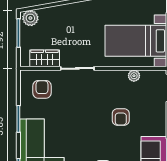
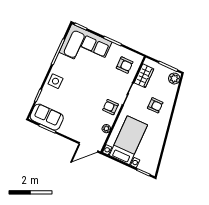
armchair: (76, 27) -> (155, 105), added
armchair: (121, 117) -> (110, 107), moved

